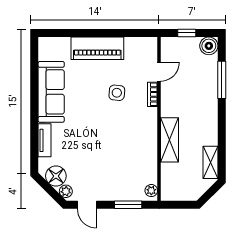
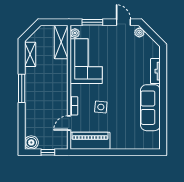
piano: (97, 48) -> (90, 141), moved
window: (222, 80) -> (22, 88), moved
shelving: (169, 140) -> (61, 42), moved
corner sofa: (136, 153) -> (86, 61), added
floor lamp: (56, 176) -> (147, 44), removed

